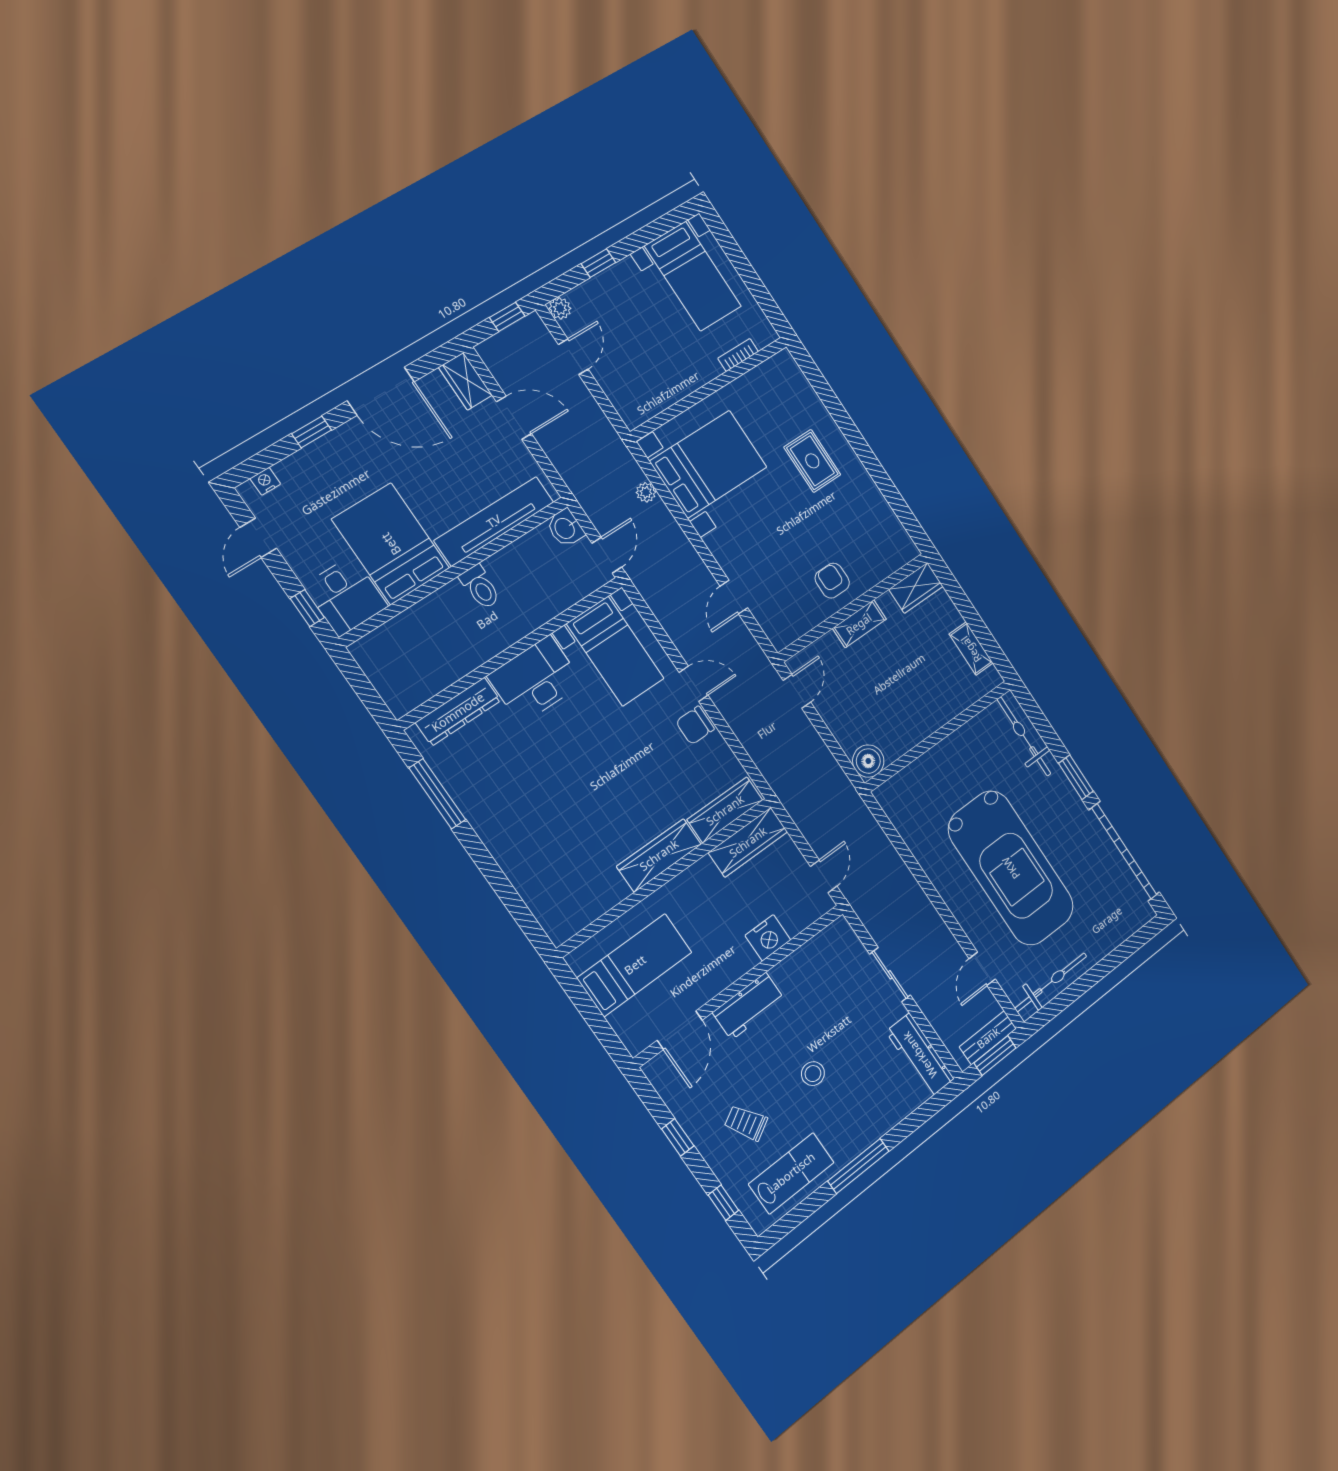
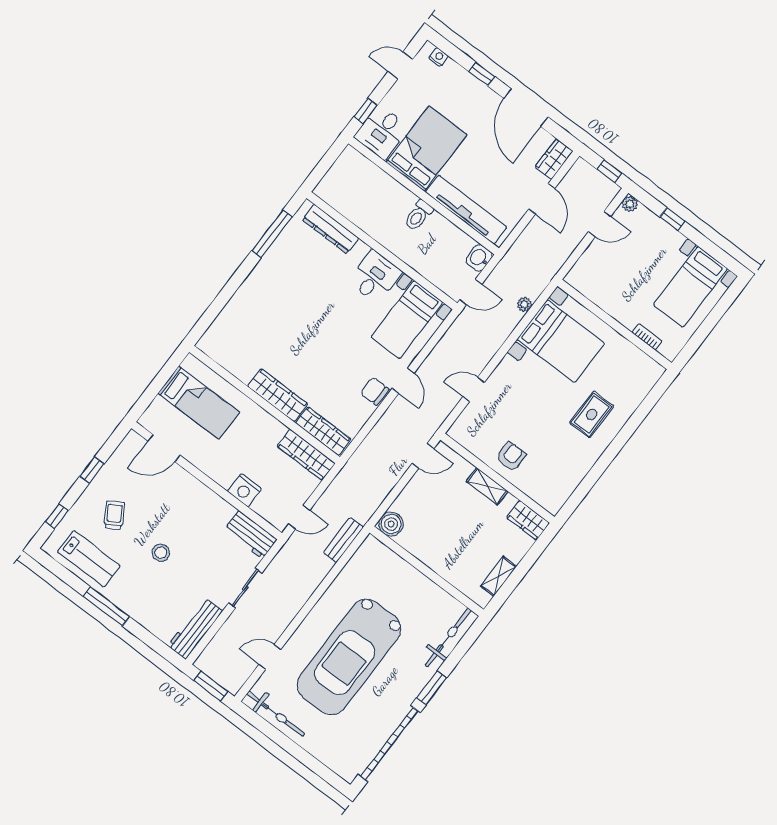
desk: (535, 680) -> (375, 277), width x0.73
workbench: (749, 1006) -> (251, 535), moved
bench: (988, 1038) -> (344, 540), moved, turned 90

